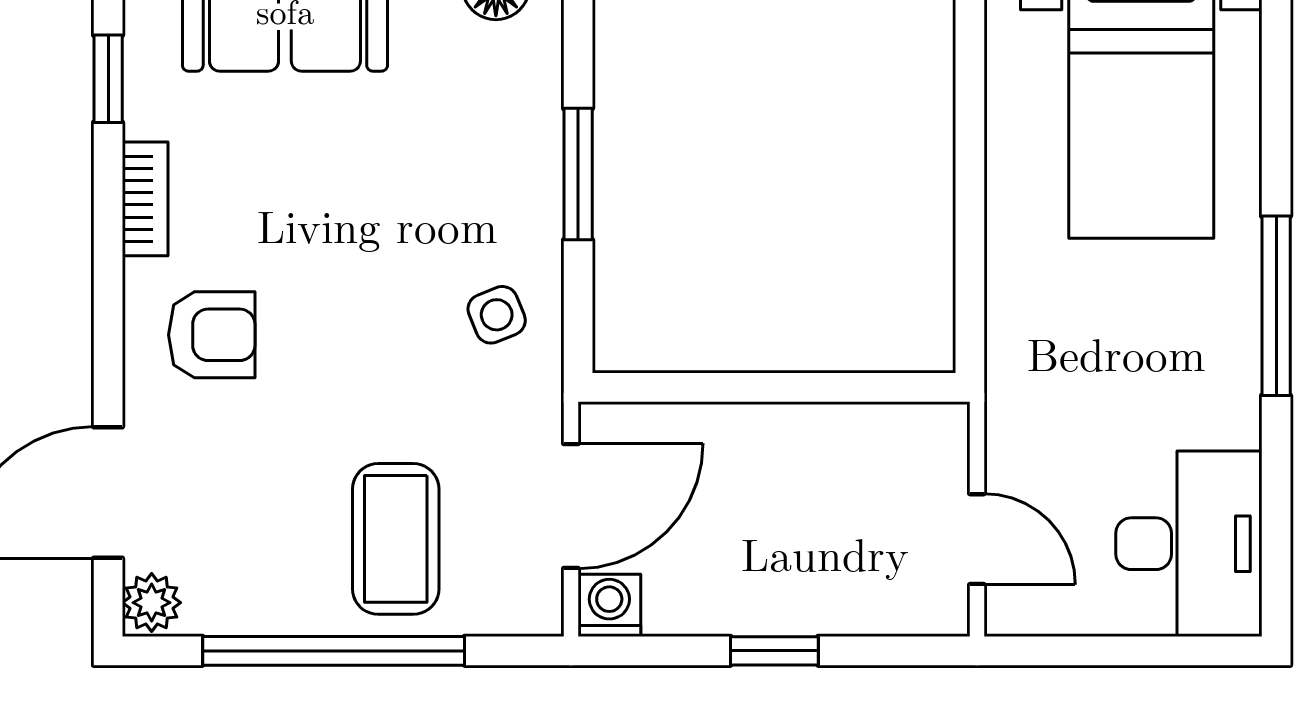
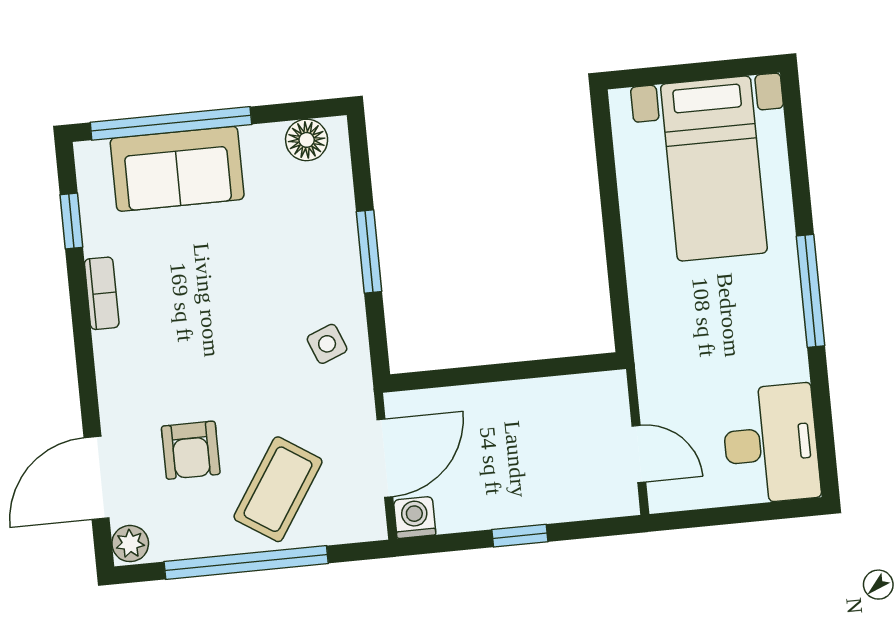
armchair: (212, 335) -> (191, 450), moved, turned 90
coffee table: (396, 539) -> (278, 489), turned 33

